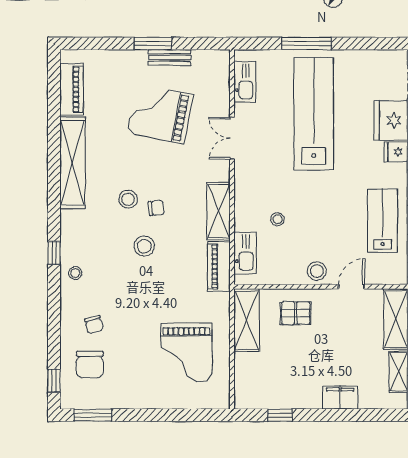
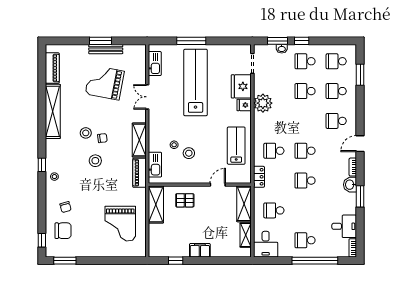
bench: (170, 57) -> (106, 49), width x1.36
stool: (317, 271) -> (189, 153), moved
chair: (90, 364) -> (63, 231), turned -90
filing cabinet: (340, 398) -> (200, 250), moved

